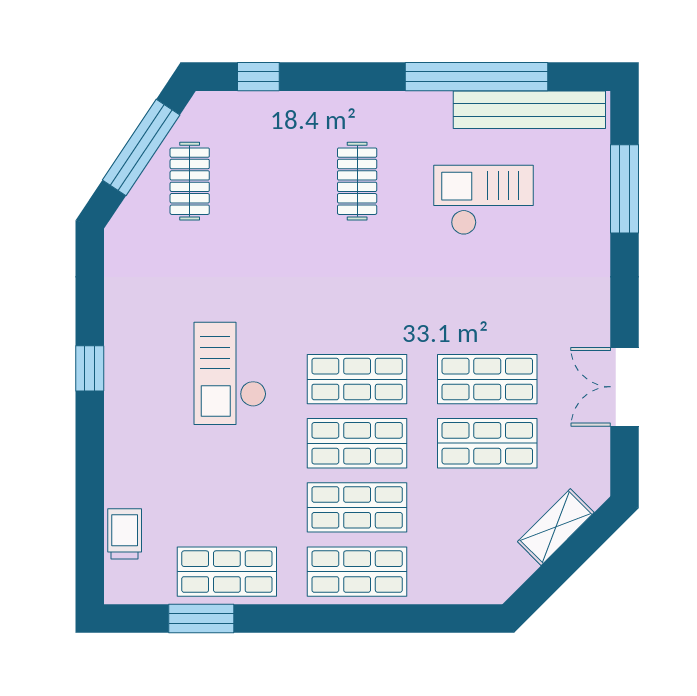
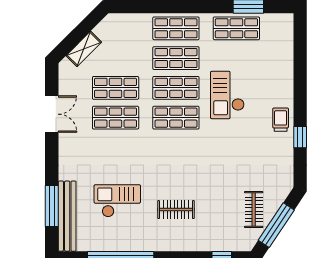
bench: (529, 110) -> (67, 216), moved, turned 90
clothes rail: (357, 181) -> (176, 210), turned 90
checkout: (484, 200) -> (117, 201), turned 180
window: (90, 368) -> (300, 137), moved
checkout: (230, 373) -> (227, 95), moved, turned 180
trolley: (125, 534) -> (281, 120), moved, turned 180

